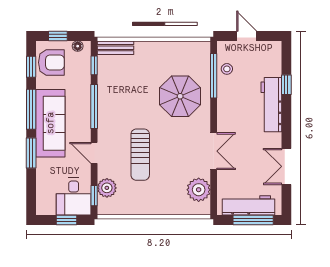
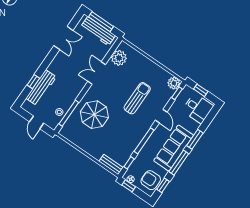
window: (58, 36) -> (129, 186), moved
workbench: (271, 105) -> (41, 88), moved
plant: (107, 188) -> (174, 83), moved
desk: (74, 197) -> (198, 108), moved, turned 90

